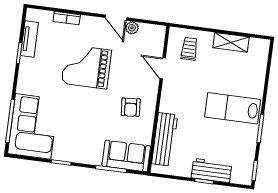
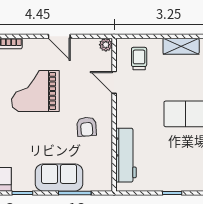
plant: (132, 28) -> (106, 45), moved
sofa: (126, 156) -> (59, 178), moved
workbench: (211, 171) -> (178, 181), removed

